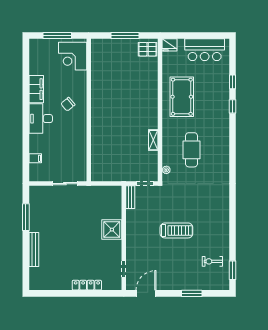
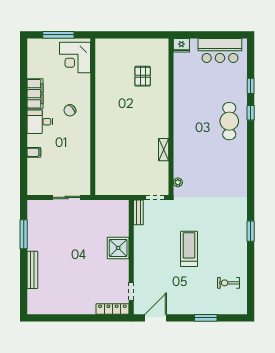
window: (125, 35) -> (133, 35), removed
pallet: (148, 49) -> (143, 76), moved, turned 90
pool table: (182, 97) -> (195, 102), removed
desk: (41, 119) -> (40, 122), width x0.73
cafe table: (192, 150) -> (229, 121), moved
filing cabinet: (35, 158) -> (34, 152), moved
treadmill: (176, 230) -> (189, 249), turned -90
window: (233, 270) -> (251, 231), moved
locker: (87, 285) -> (112, 309), moved

